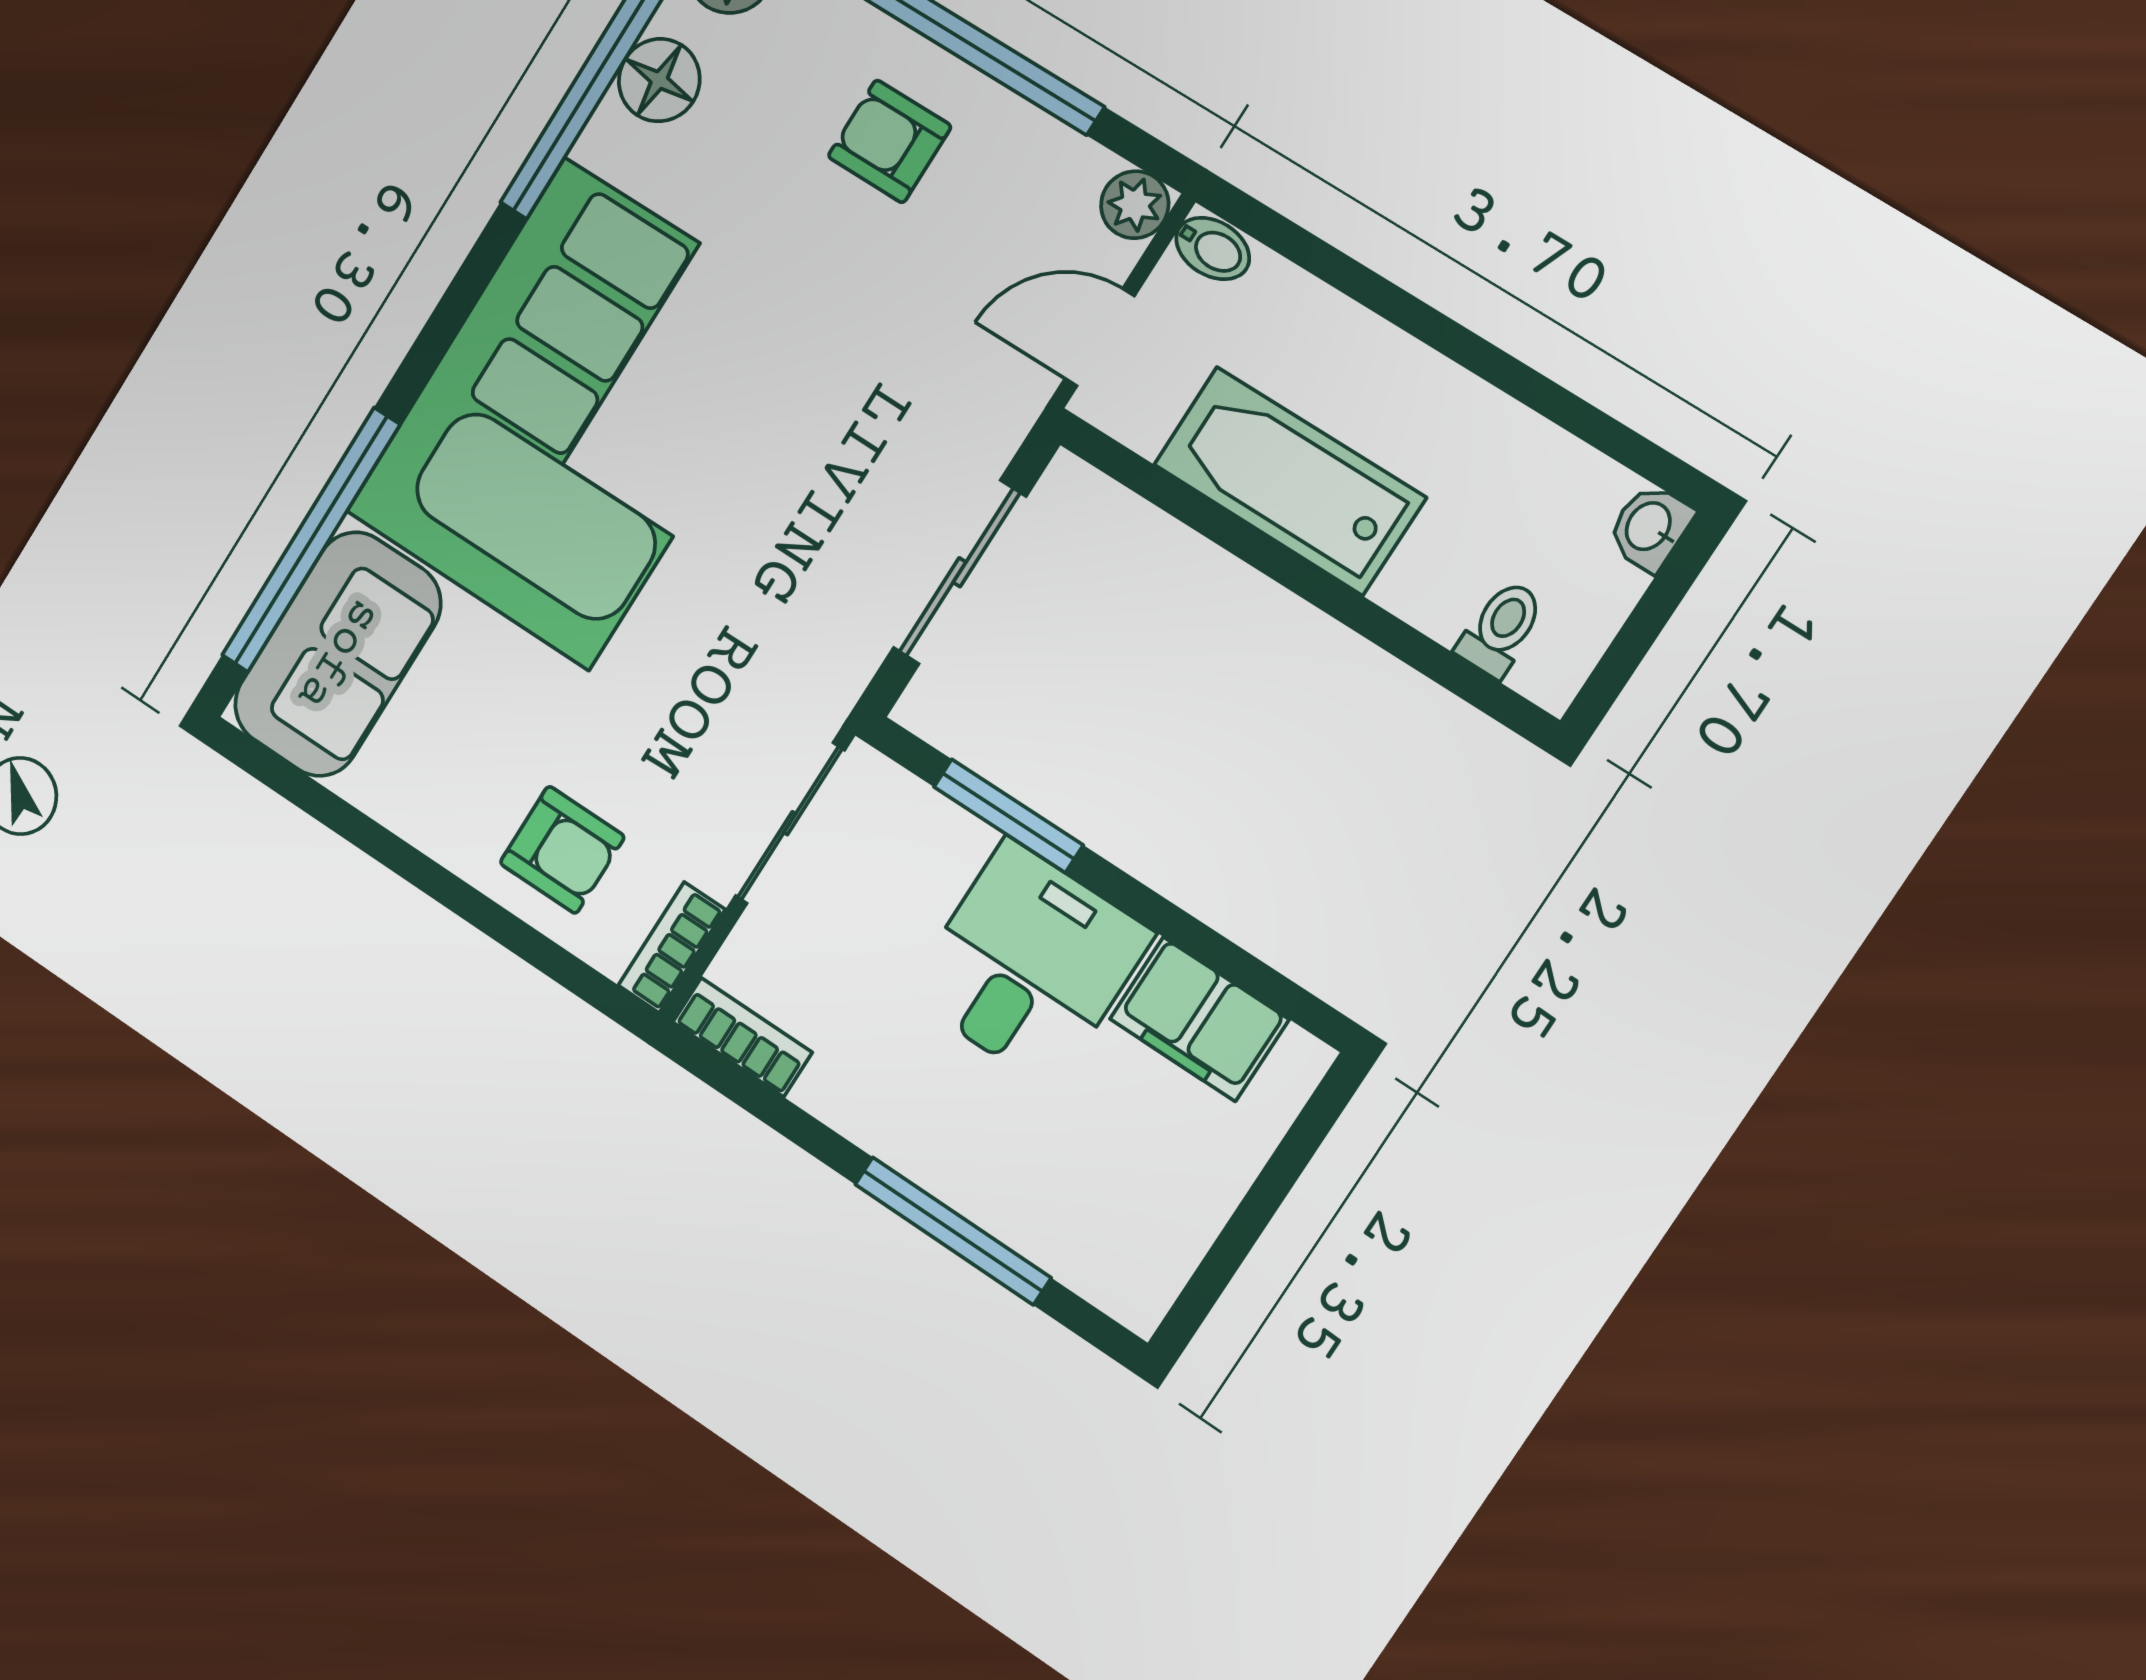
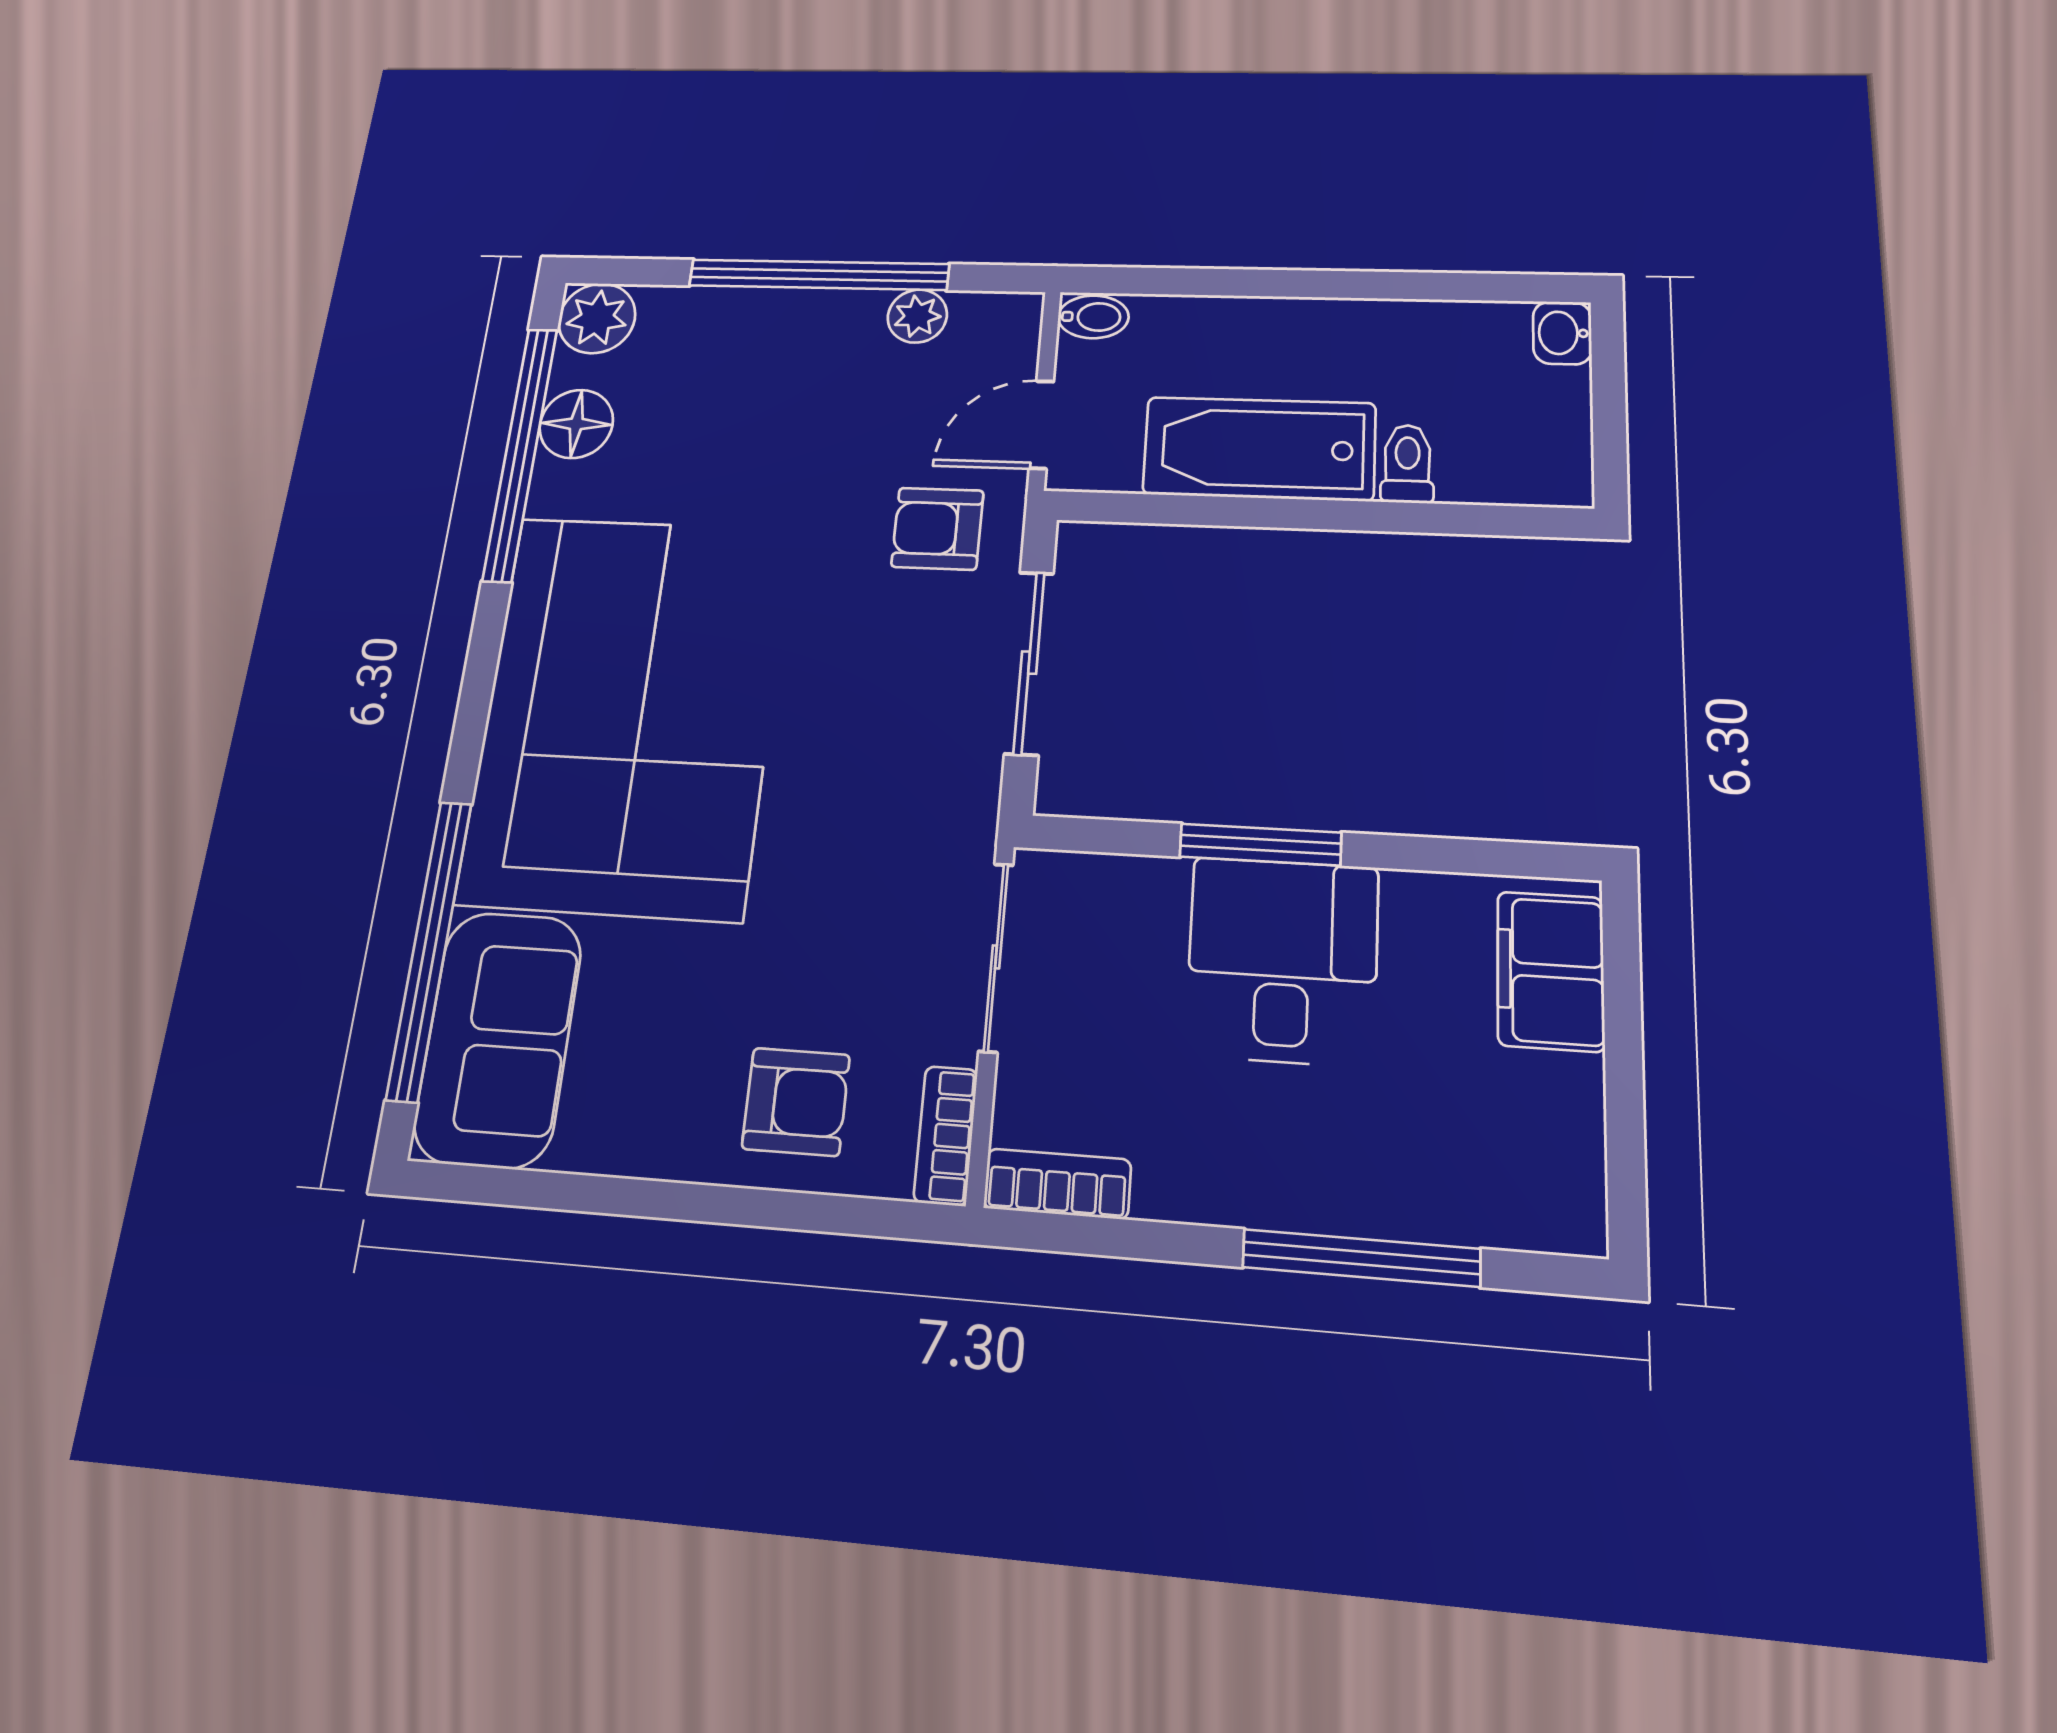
armchair: (890, 141) -> (938, 529), moved
plant: (1135, 205) -> (917, 316), moved
toilet: (1501, 629) -> (1407, 464), moved
window: (1008, 816) -> (1260, 845), moved
filing cabinet: (1199, 1019) -> (1551, 971), moved, turned 90

